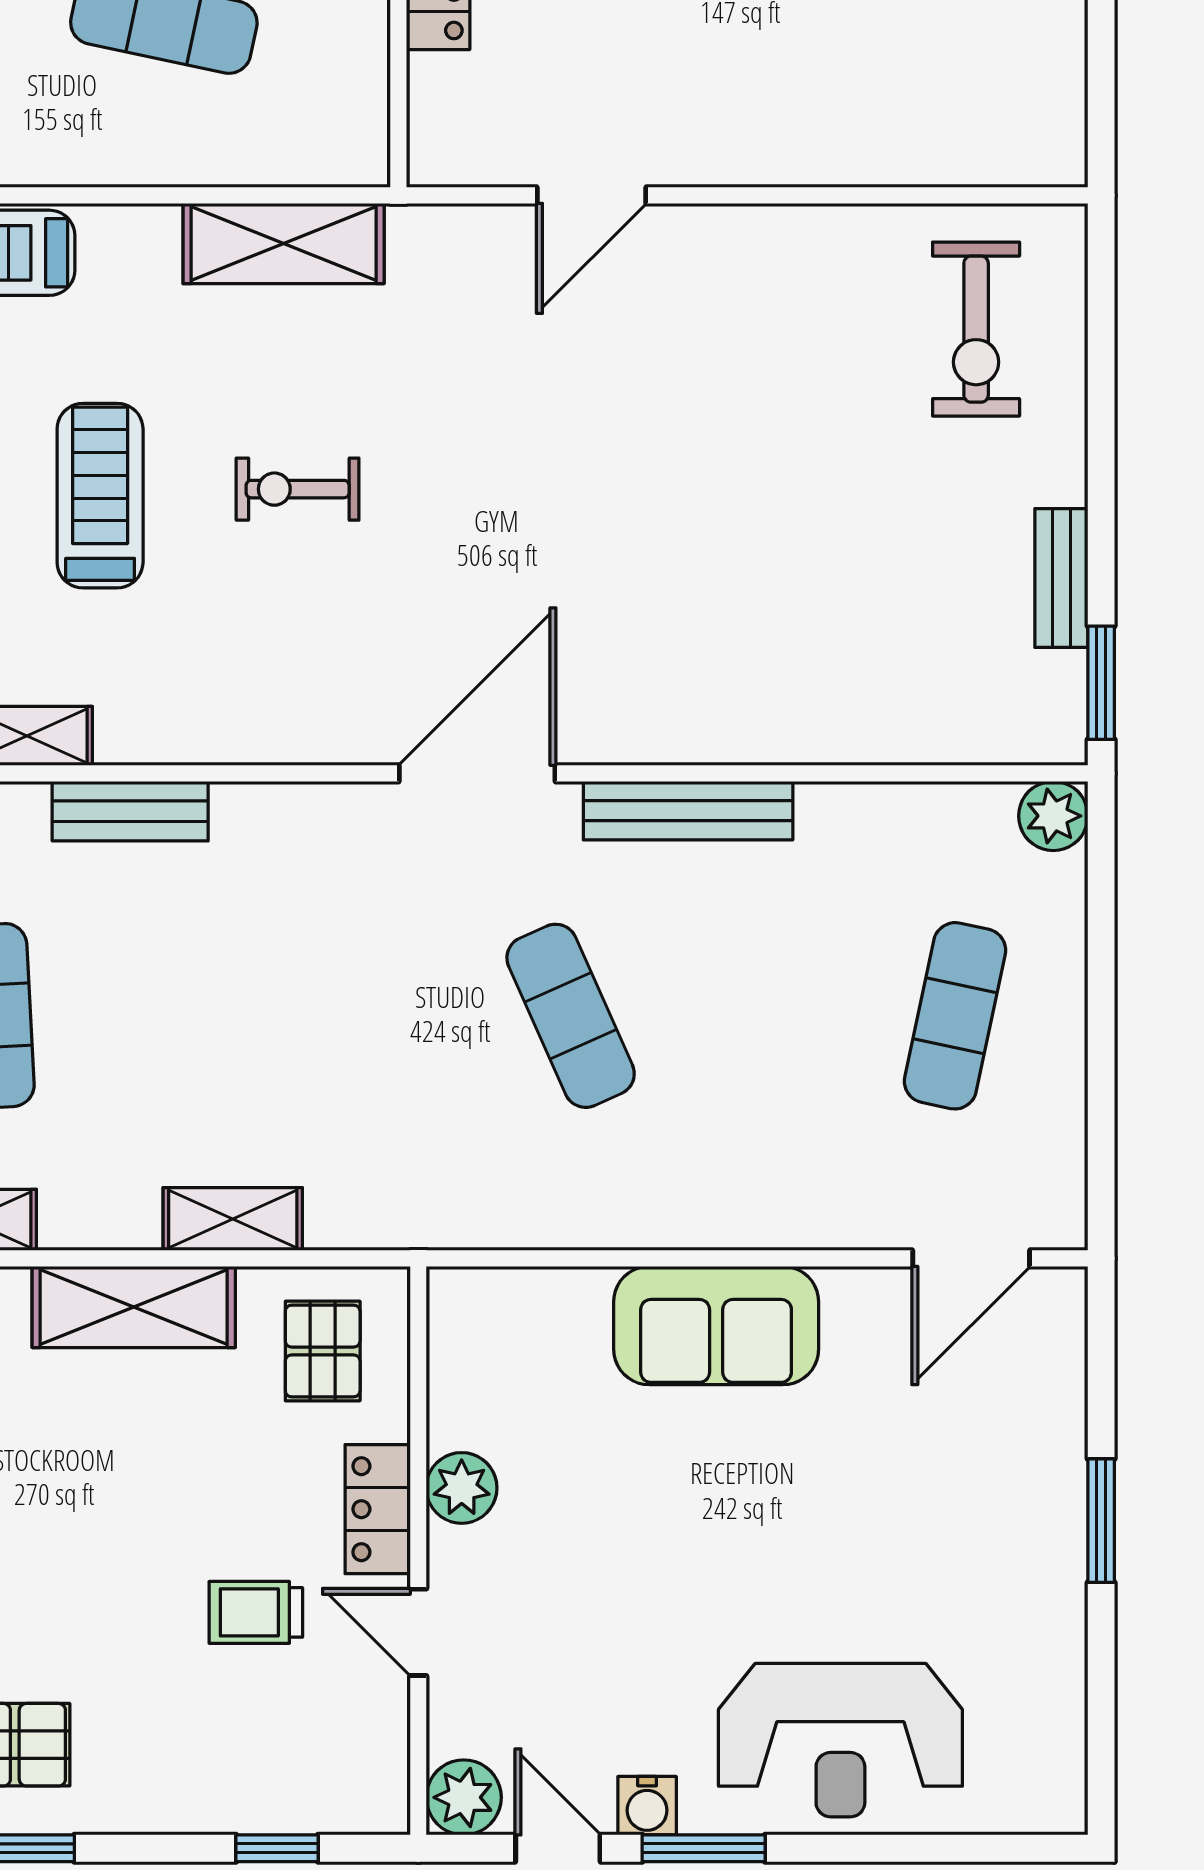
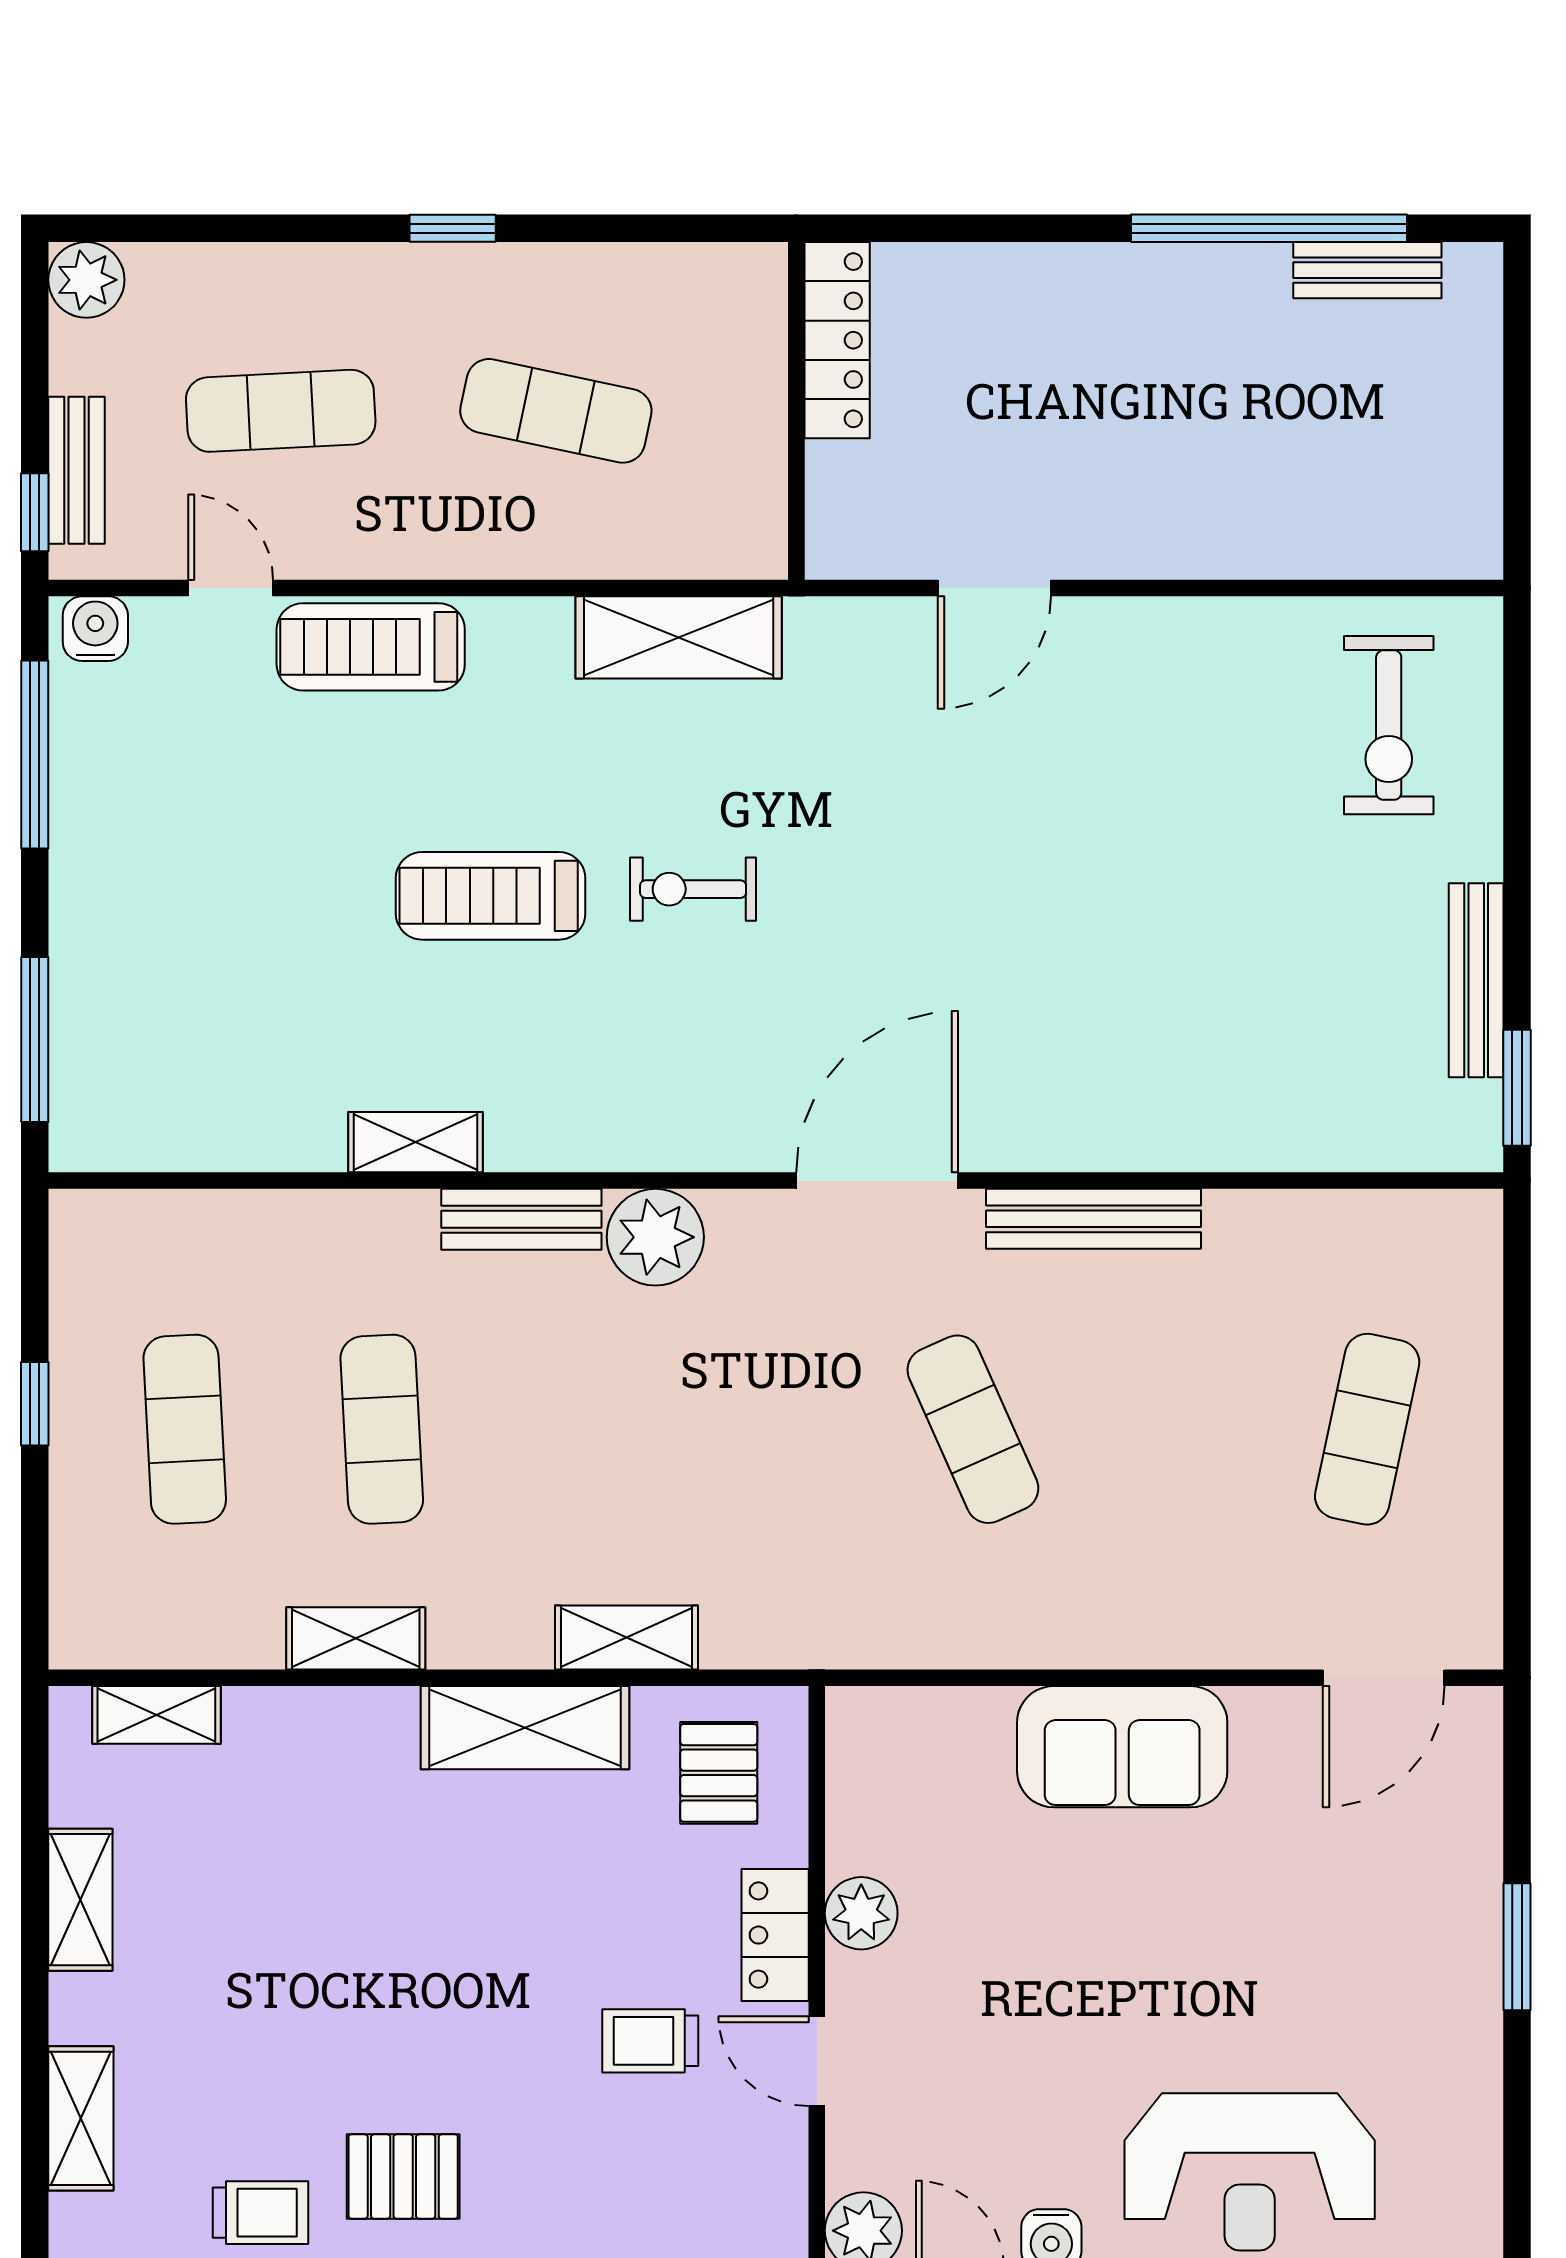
treadmill: (100, 496) -> (491, 896), turned -90
bench: (1061, 578) -> (1476, 980), width x1.36
plant: (1053, 816) -> (655, 1237), moved, width x1.36, depth x1.36

